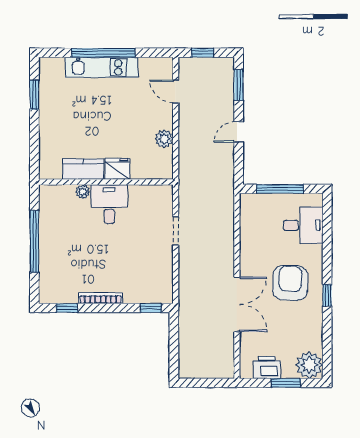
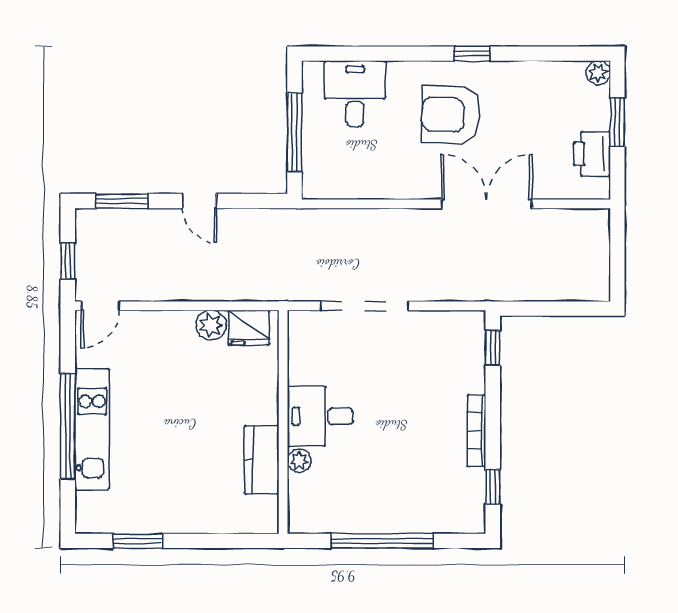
door: (176, 91) -> (100, 306), moved
fridge: (117, 169) -> (249, 328), moved, turned -90
doorway: (176, 231) -> (365, 306), width x1.88
plant: (309, 365) -> (598, 73), width x0.53, depth x0.53

